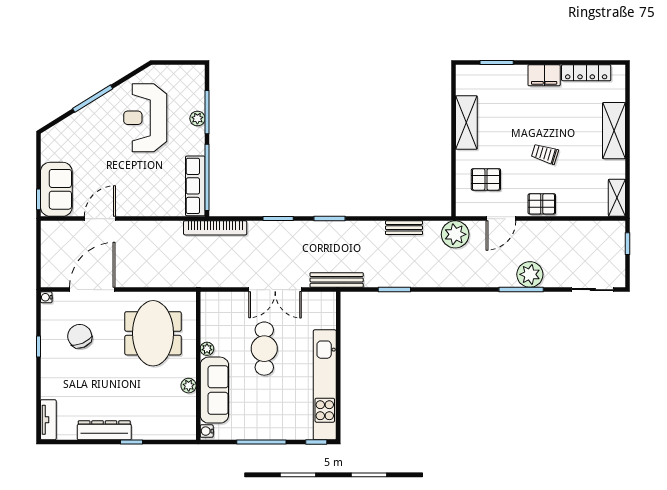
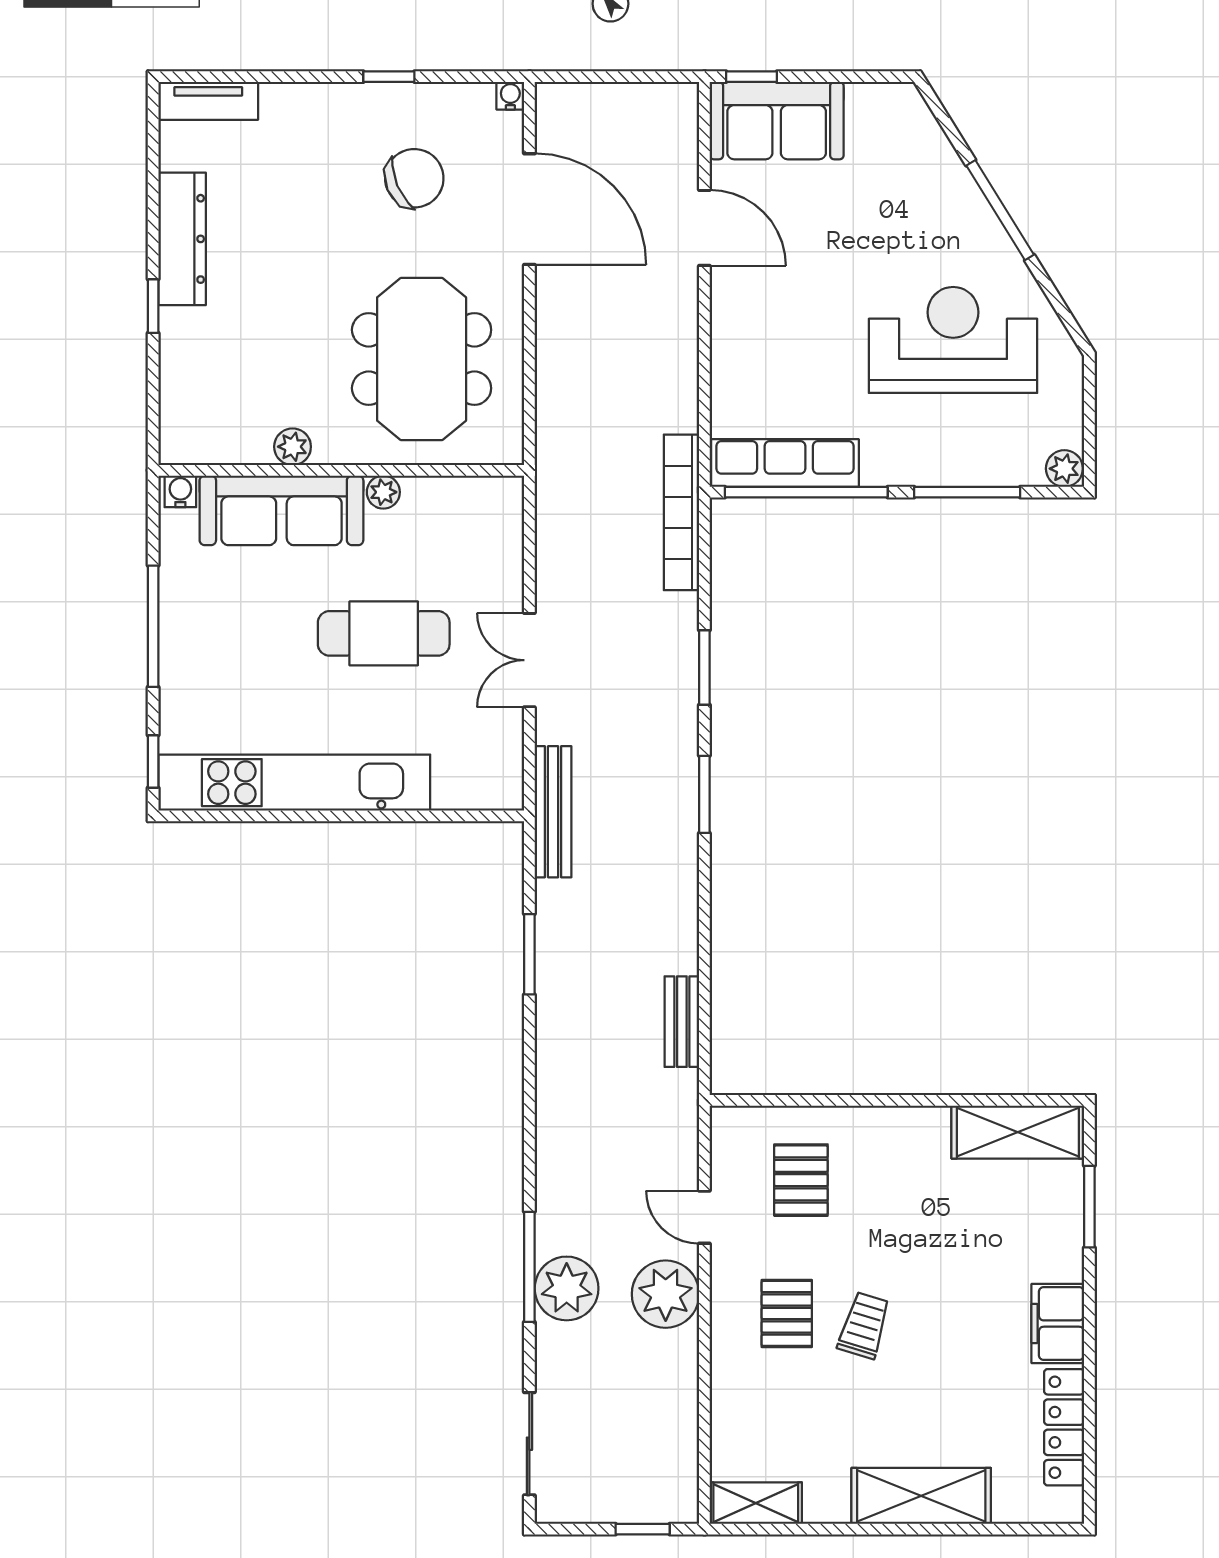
plant: (197, 118) -> (1064, 469), moved
shelving: (466, 123) -> (1018, 1132), moved
pallet: (542, 204) -> (787, 1313), moved
door: (501, 219) -> (704, 1217), width x0.73
bench: (404, 228) -> (682, 1022), moved
plant: (455, 234) -> (666, 1294), moved
double door: (275, 290) -> (529, 660), width x0.73
meeting table: (153, 333) -> (422, 359), turned 90

